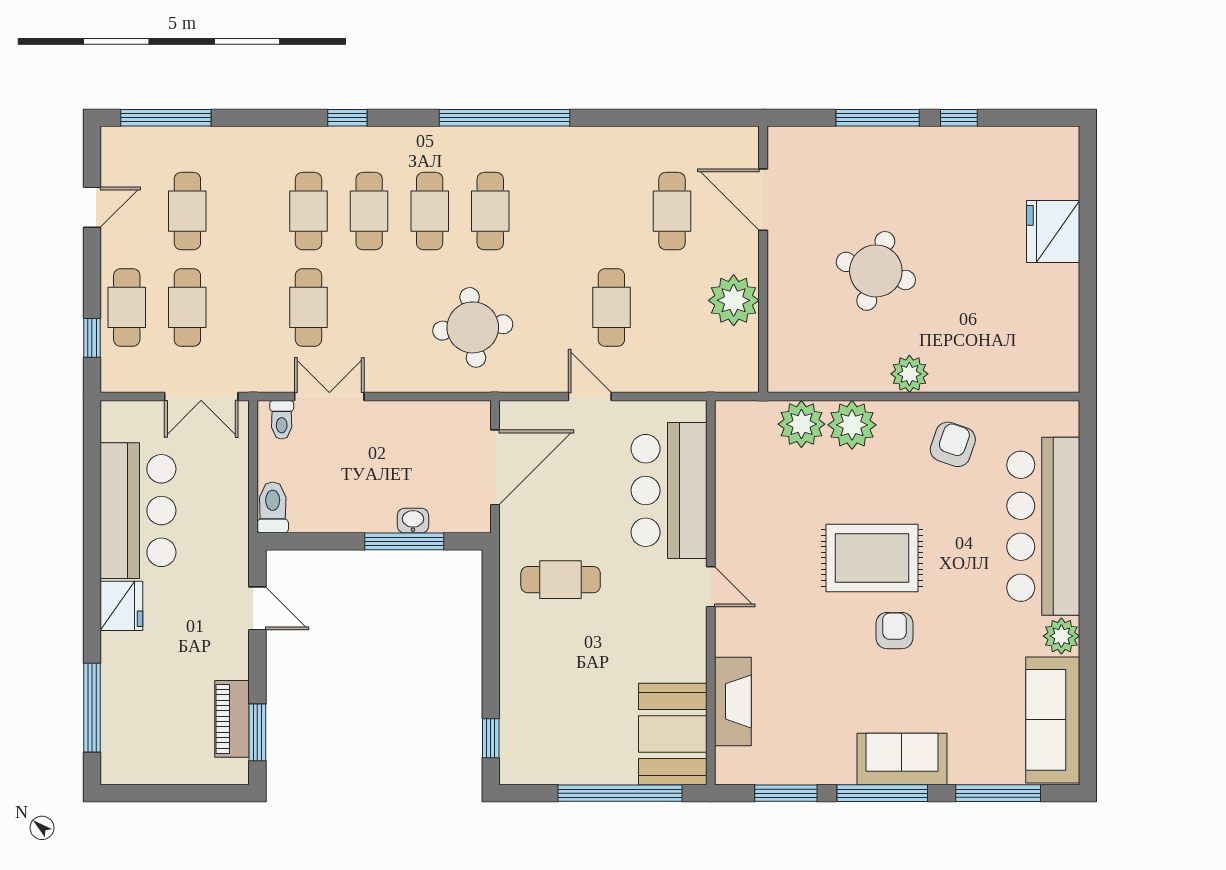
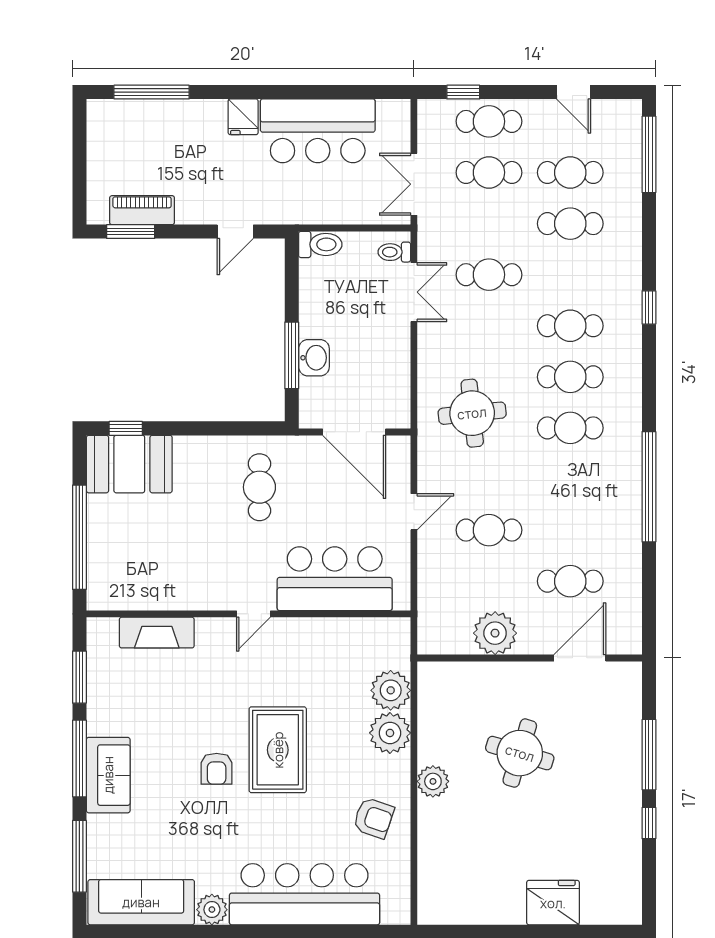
window: (504, 118) -> (649, 487), moved
cafe table: (308, 211) -> (570, 224), moved
washbasin: (413, 521) -> (314, 358), width x1.38, depth x1.45
fridge: (121, 606) -> (243, 117), width x0.72
armchair: (894, 631) -> (217, 769), turned 90
booth: (673, 734) -> (129, 464), moved

